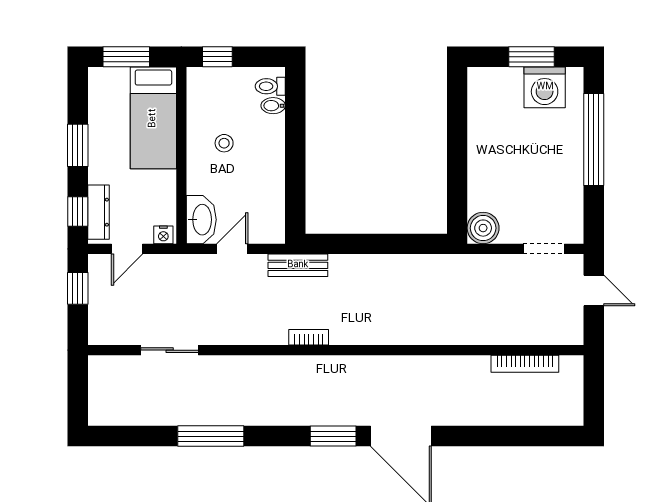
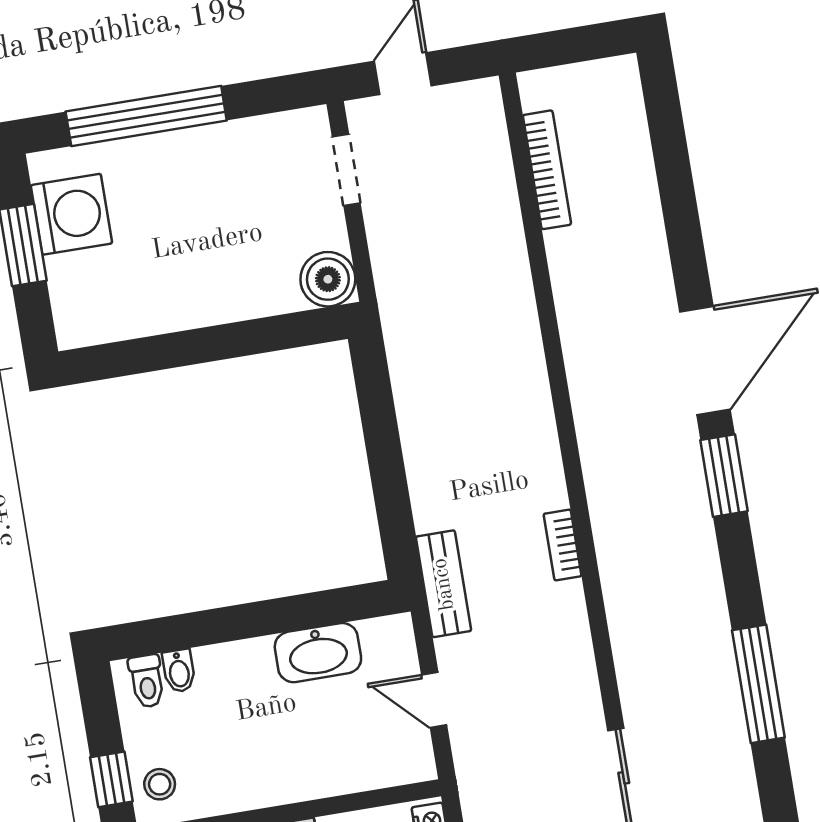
stool: (224, 143) -> (160, 784), moved
washbasin: (201, 220) -> (318, 653), moved, turned 180

